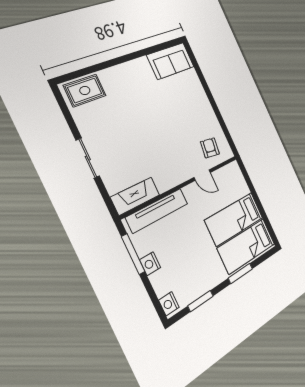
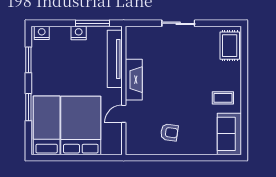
coffee table: (141, 79) -> (223, 98), added
armchair: (210, 148) -> (169, 132), moved
fireplace: (135, 196) -> (134, 80), moved
bed: (234, 219) -> (81, 125), width x1.50

